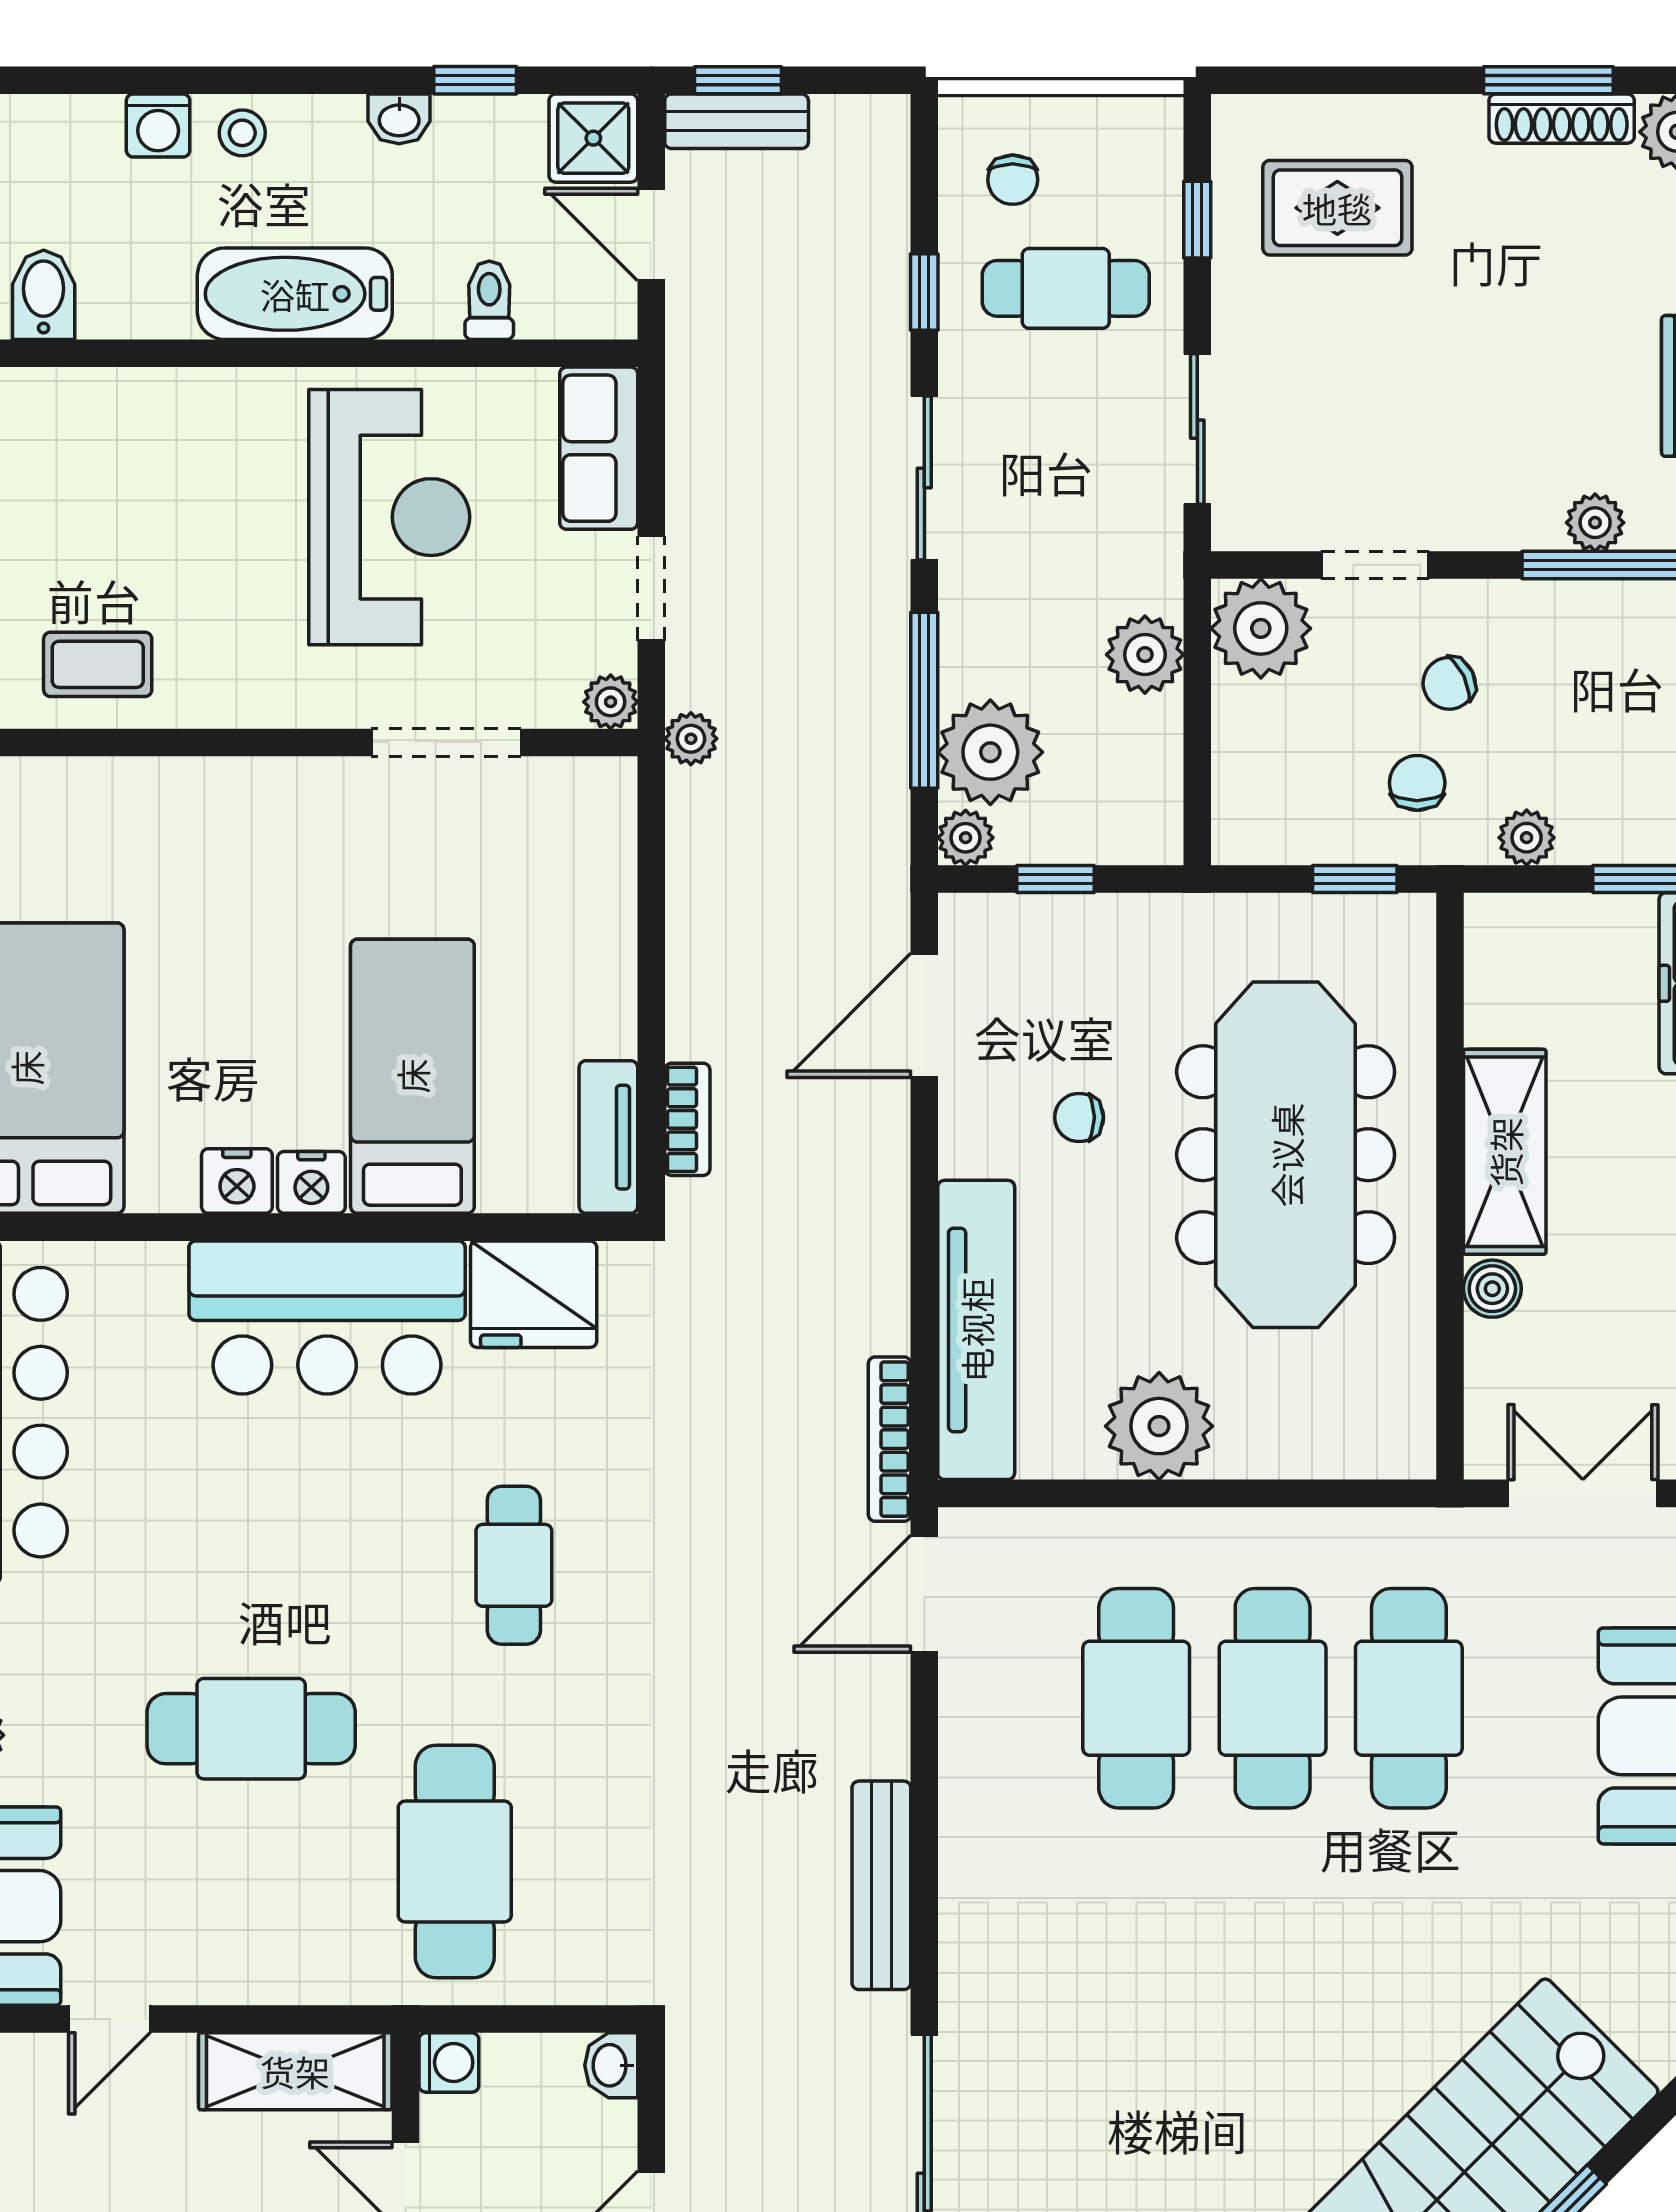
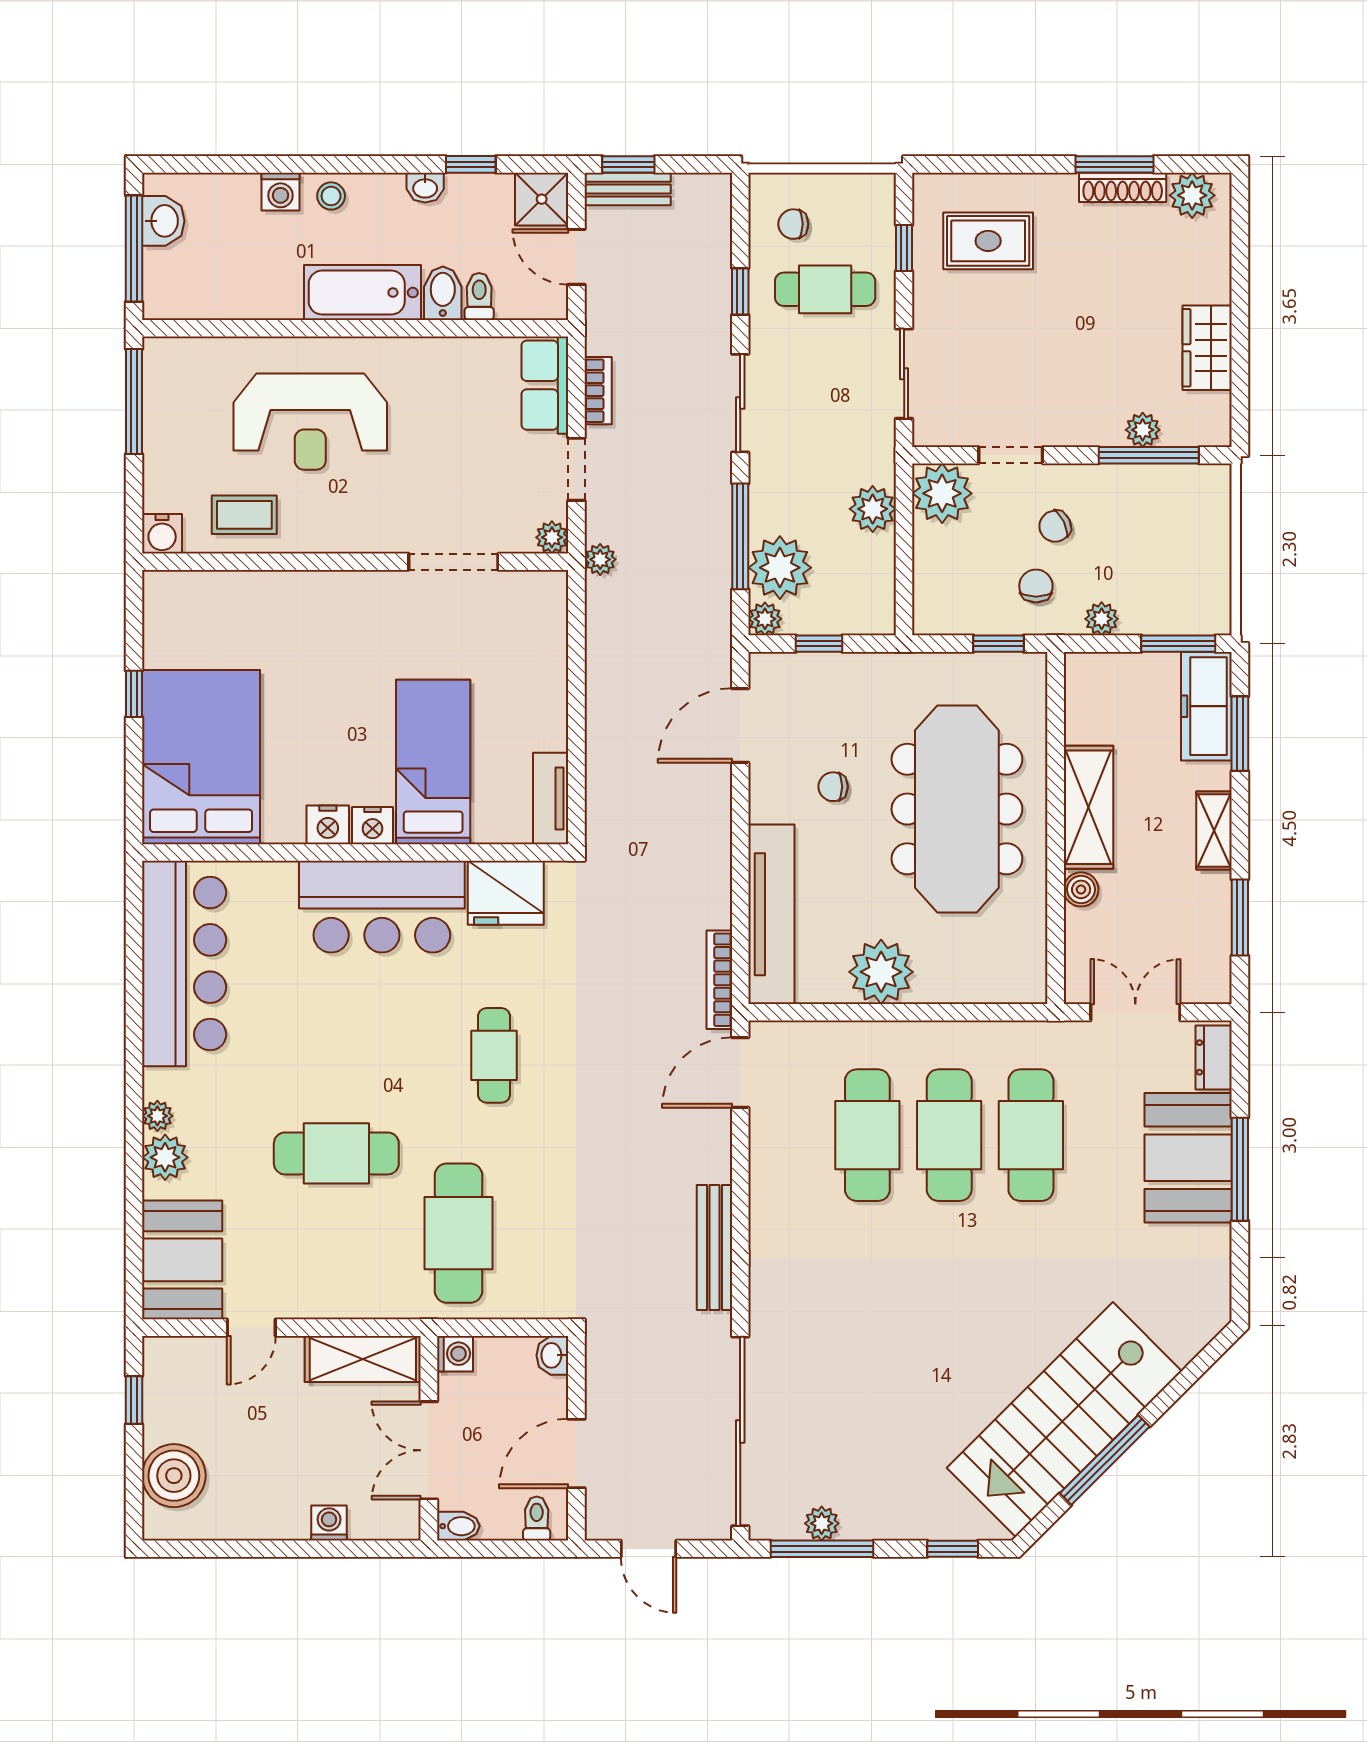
chair: (1013, 180) -> (793, 224), turned 90
bidet: (44, 295) -> (443, 293), moved
reception desk: (389, 517) -> (310, 422), moved, turned 90
bookcase: (687, 1119) -> (598, 391), moved

